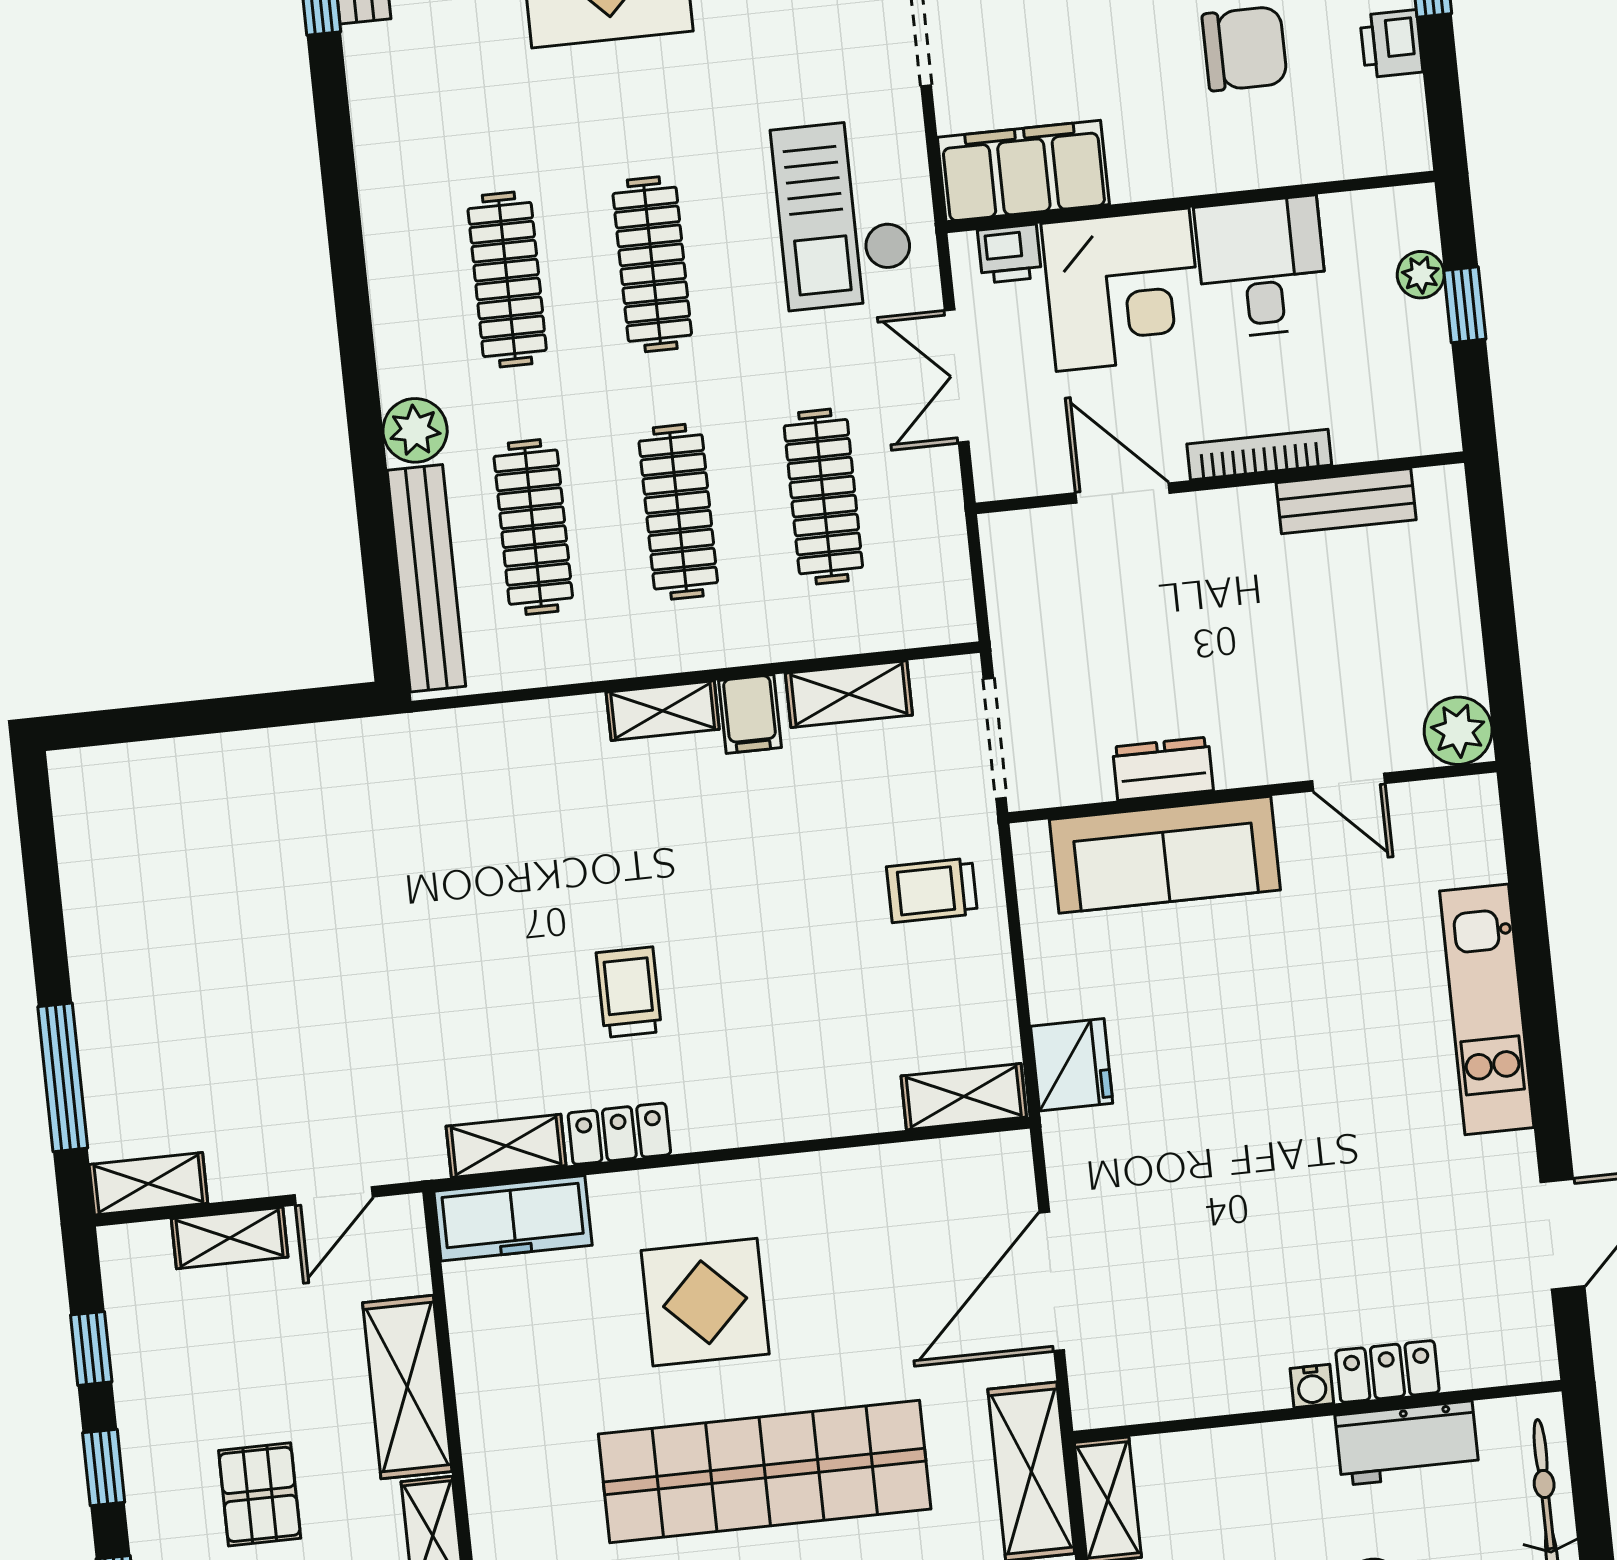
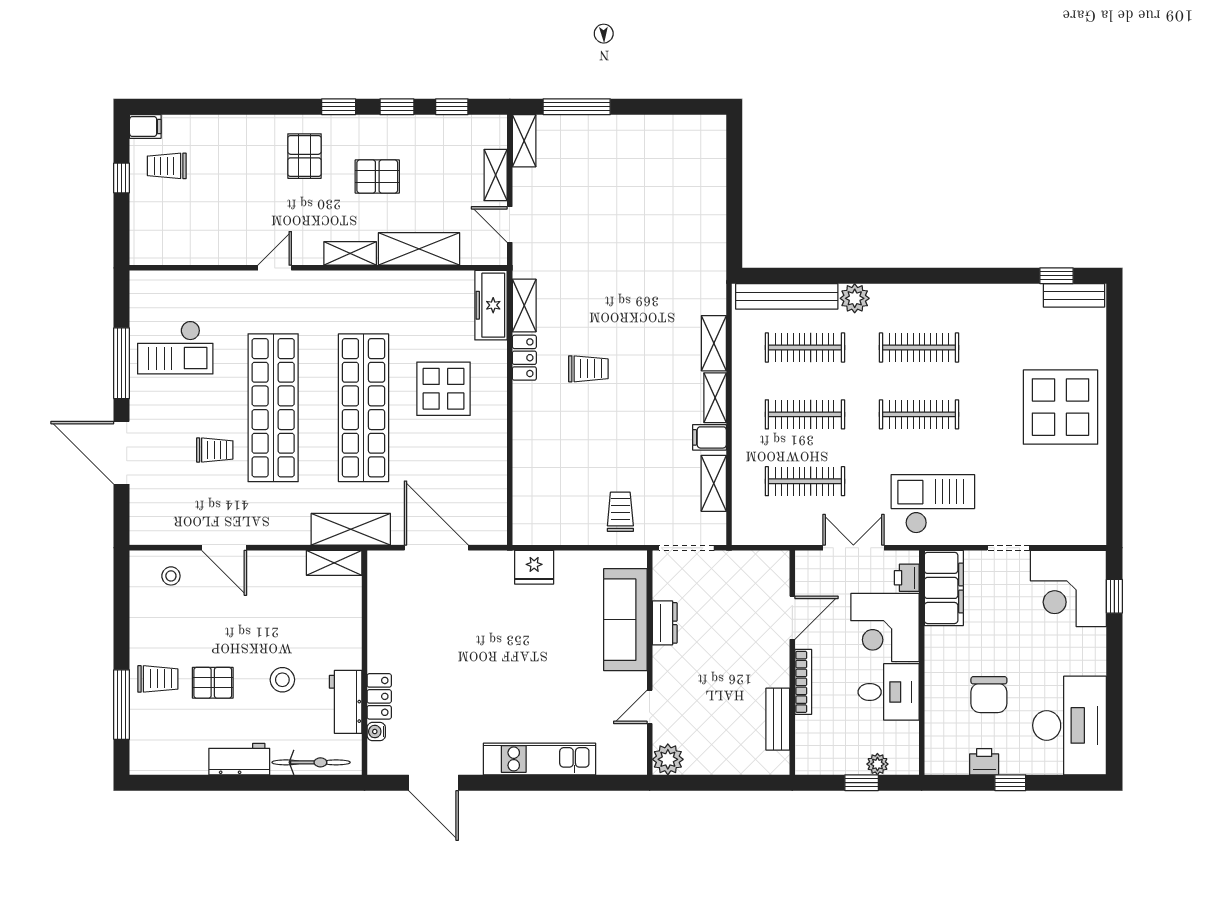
shelving: (964, 1097) -> (714, 343), moved
water cooler: (1312, 1386) -> (376, 732), moved

